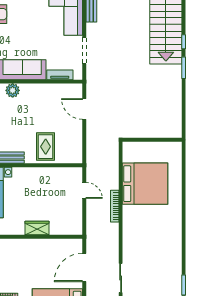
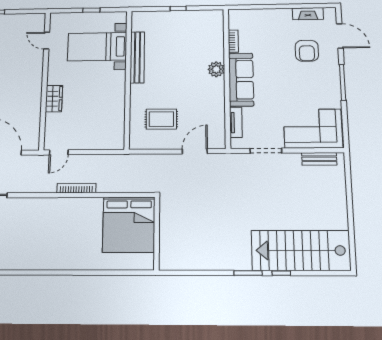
rug: (46, 147) -> (161, 119), moved
bed: (145, 184) -> (129, 225), moved
door: (84, 190) -> (59, 152), moved

